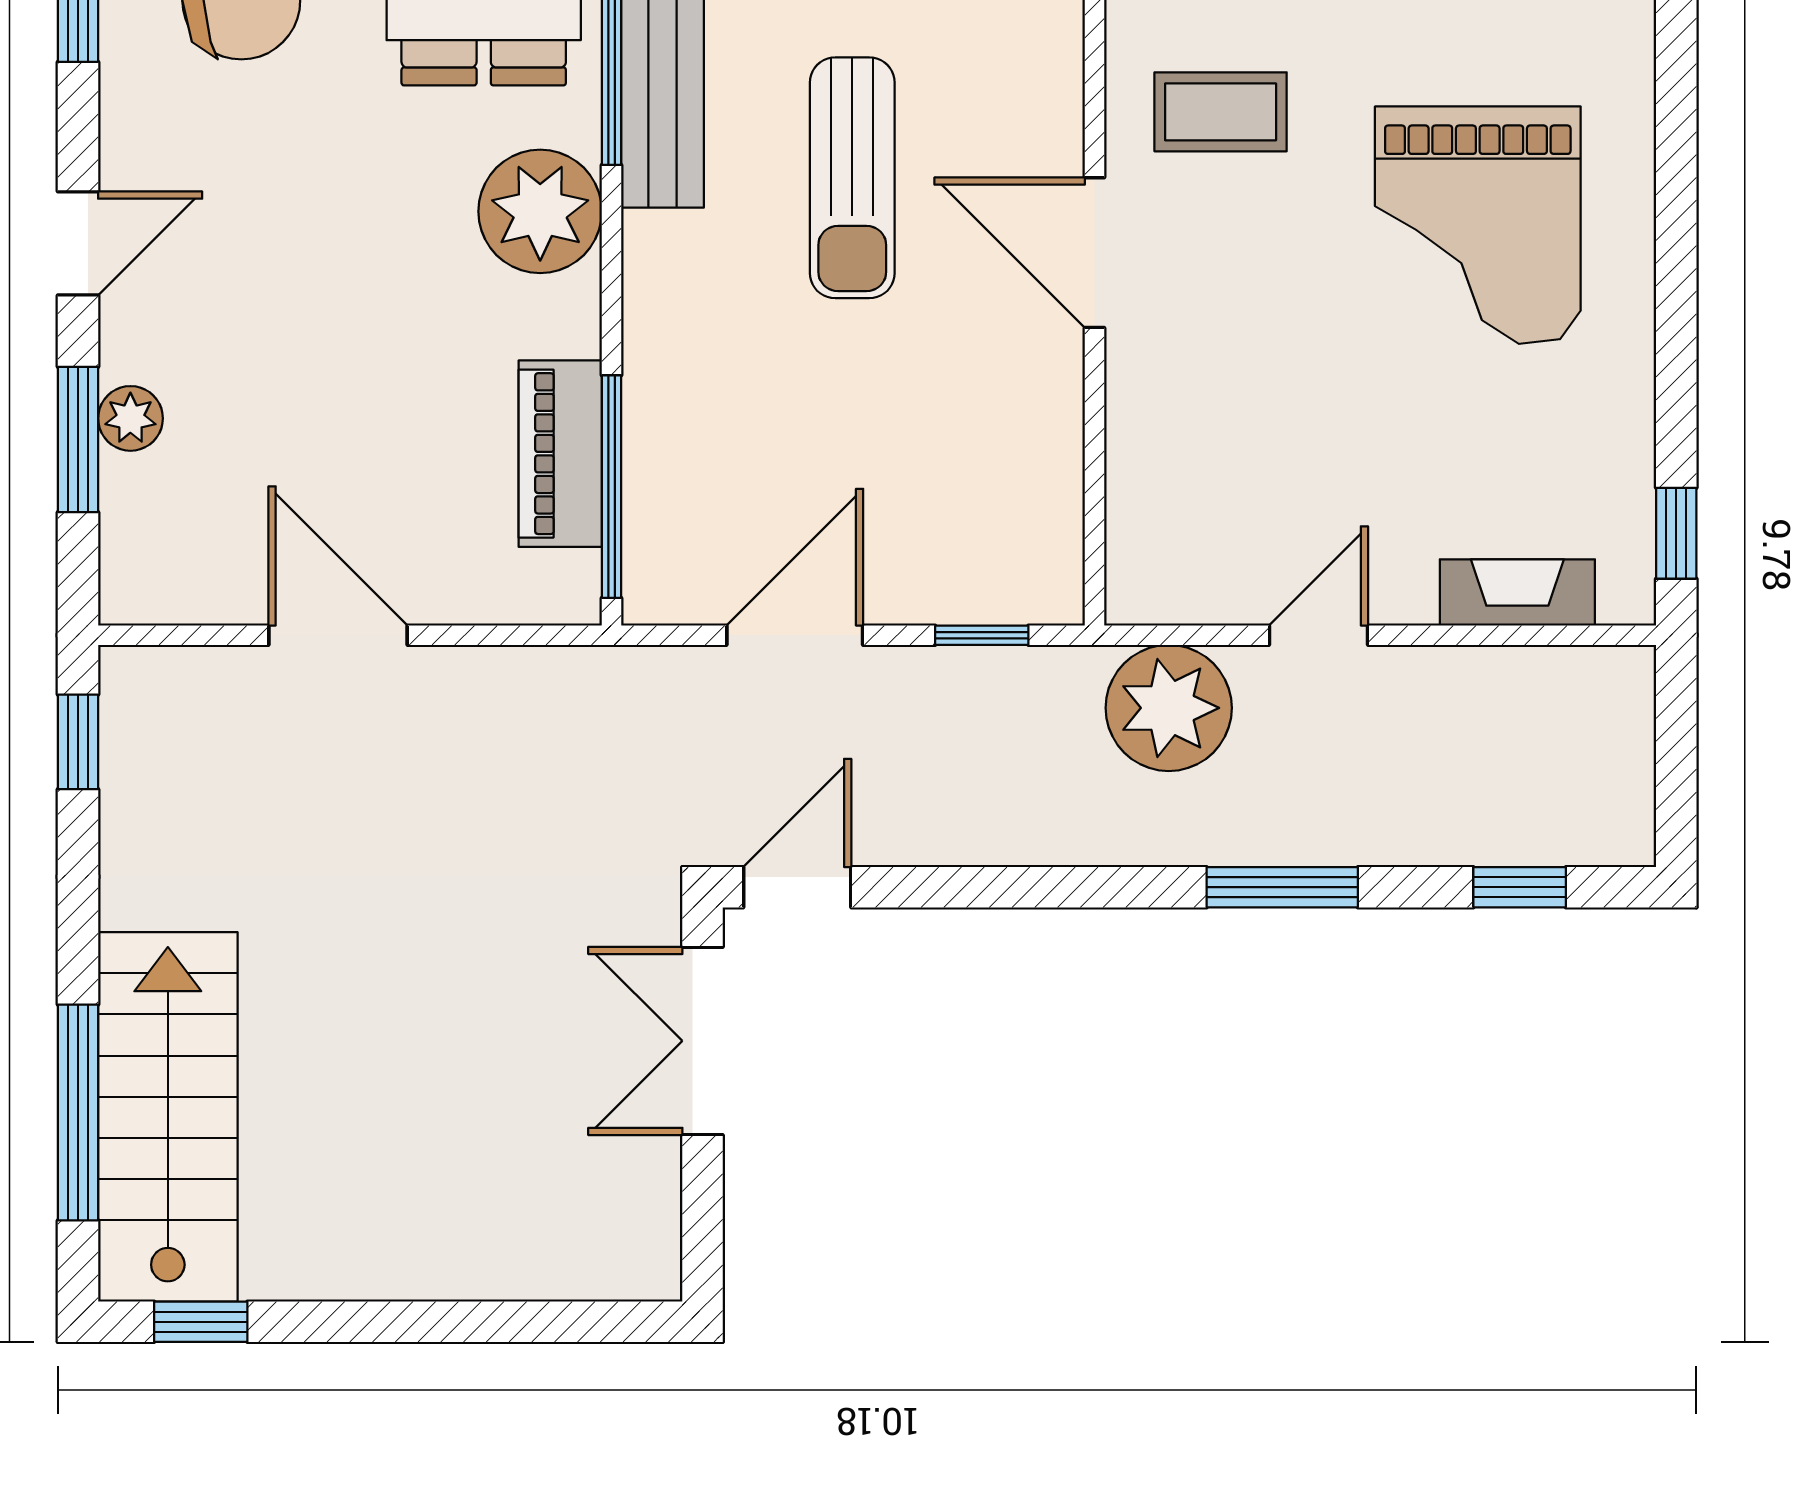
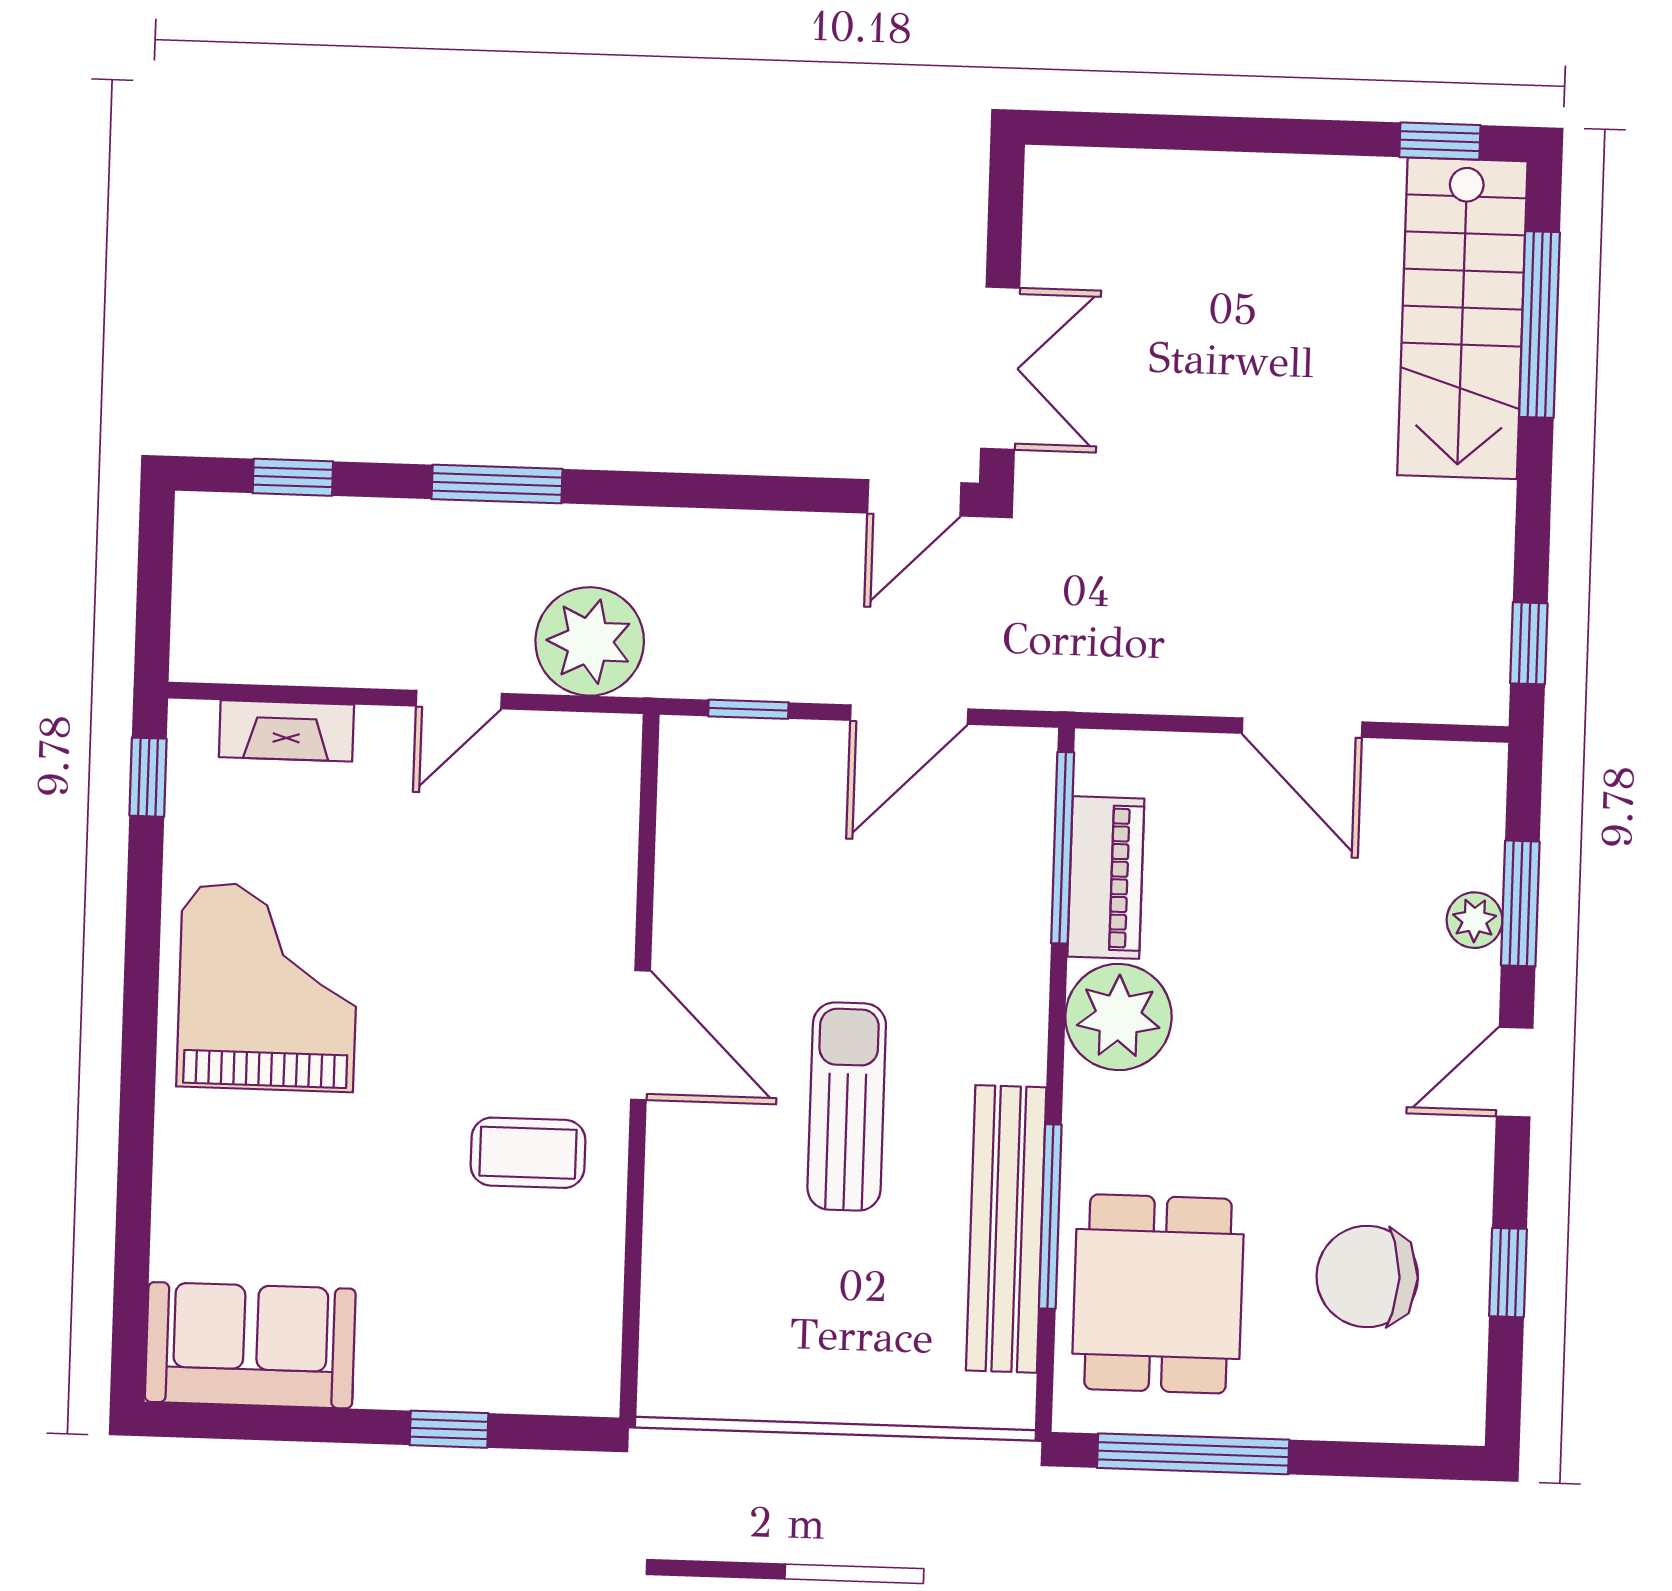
plant: (540, 211) -> (1118, 1017), moved
grand piano: (1478, 225) -> (268, 987), moved

